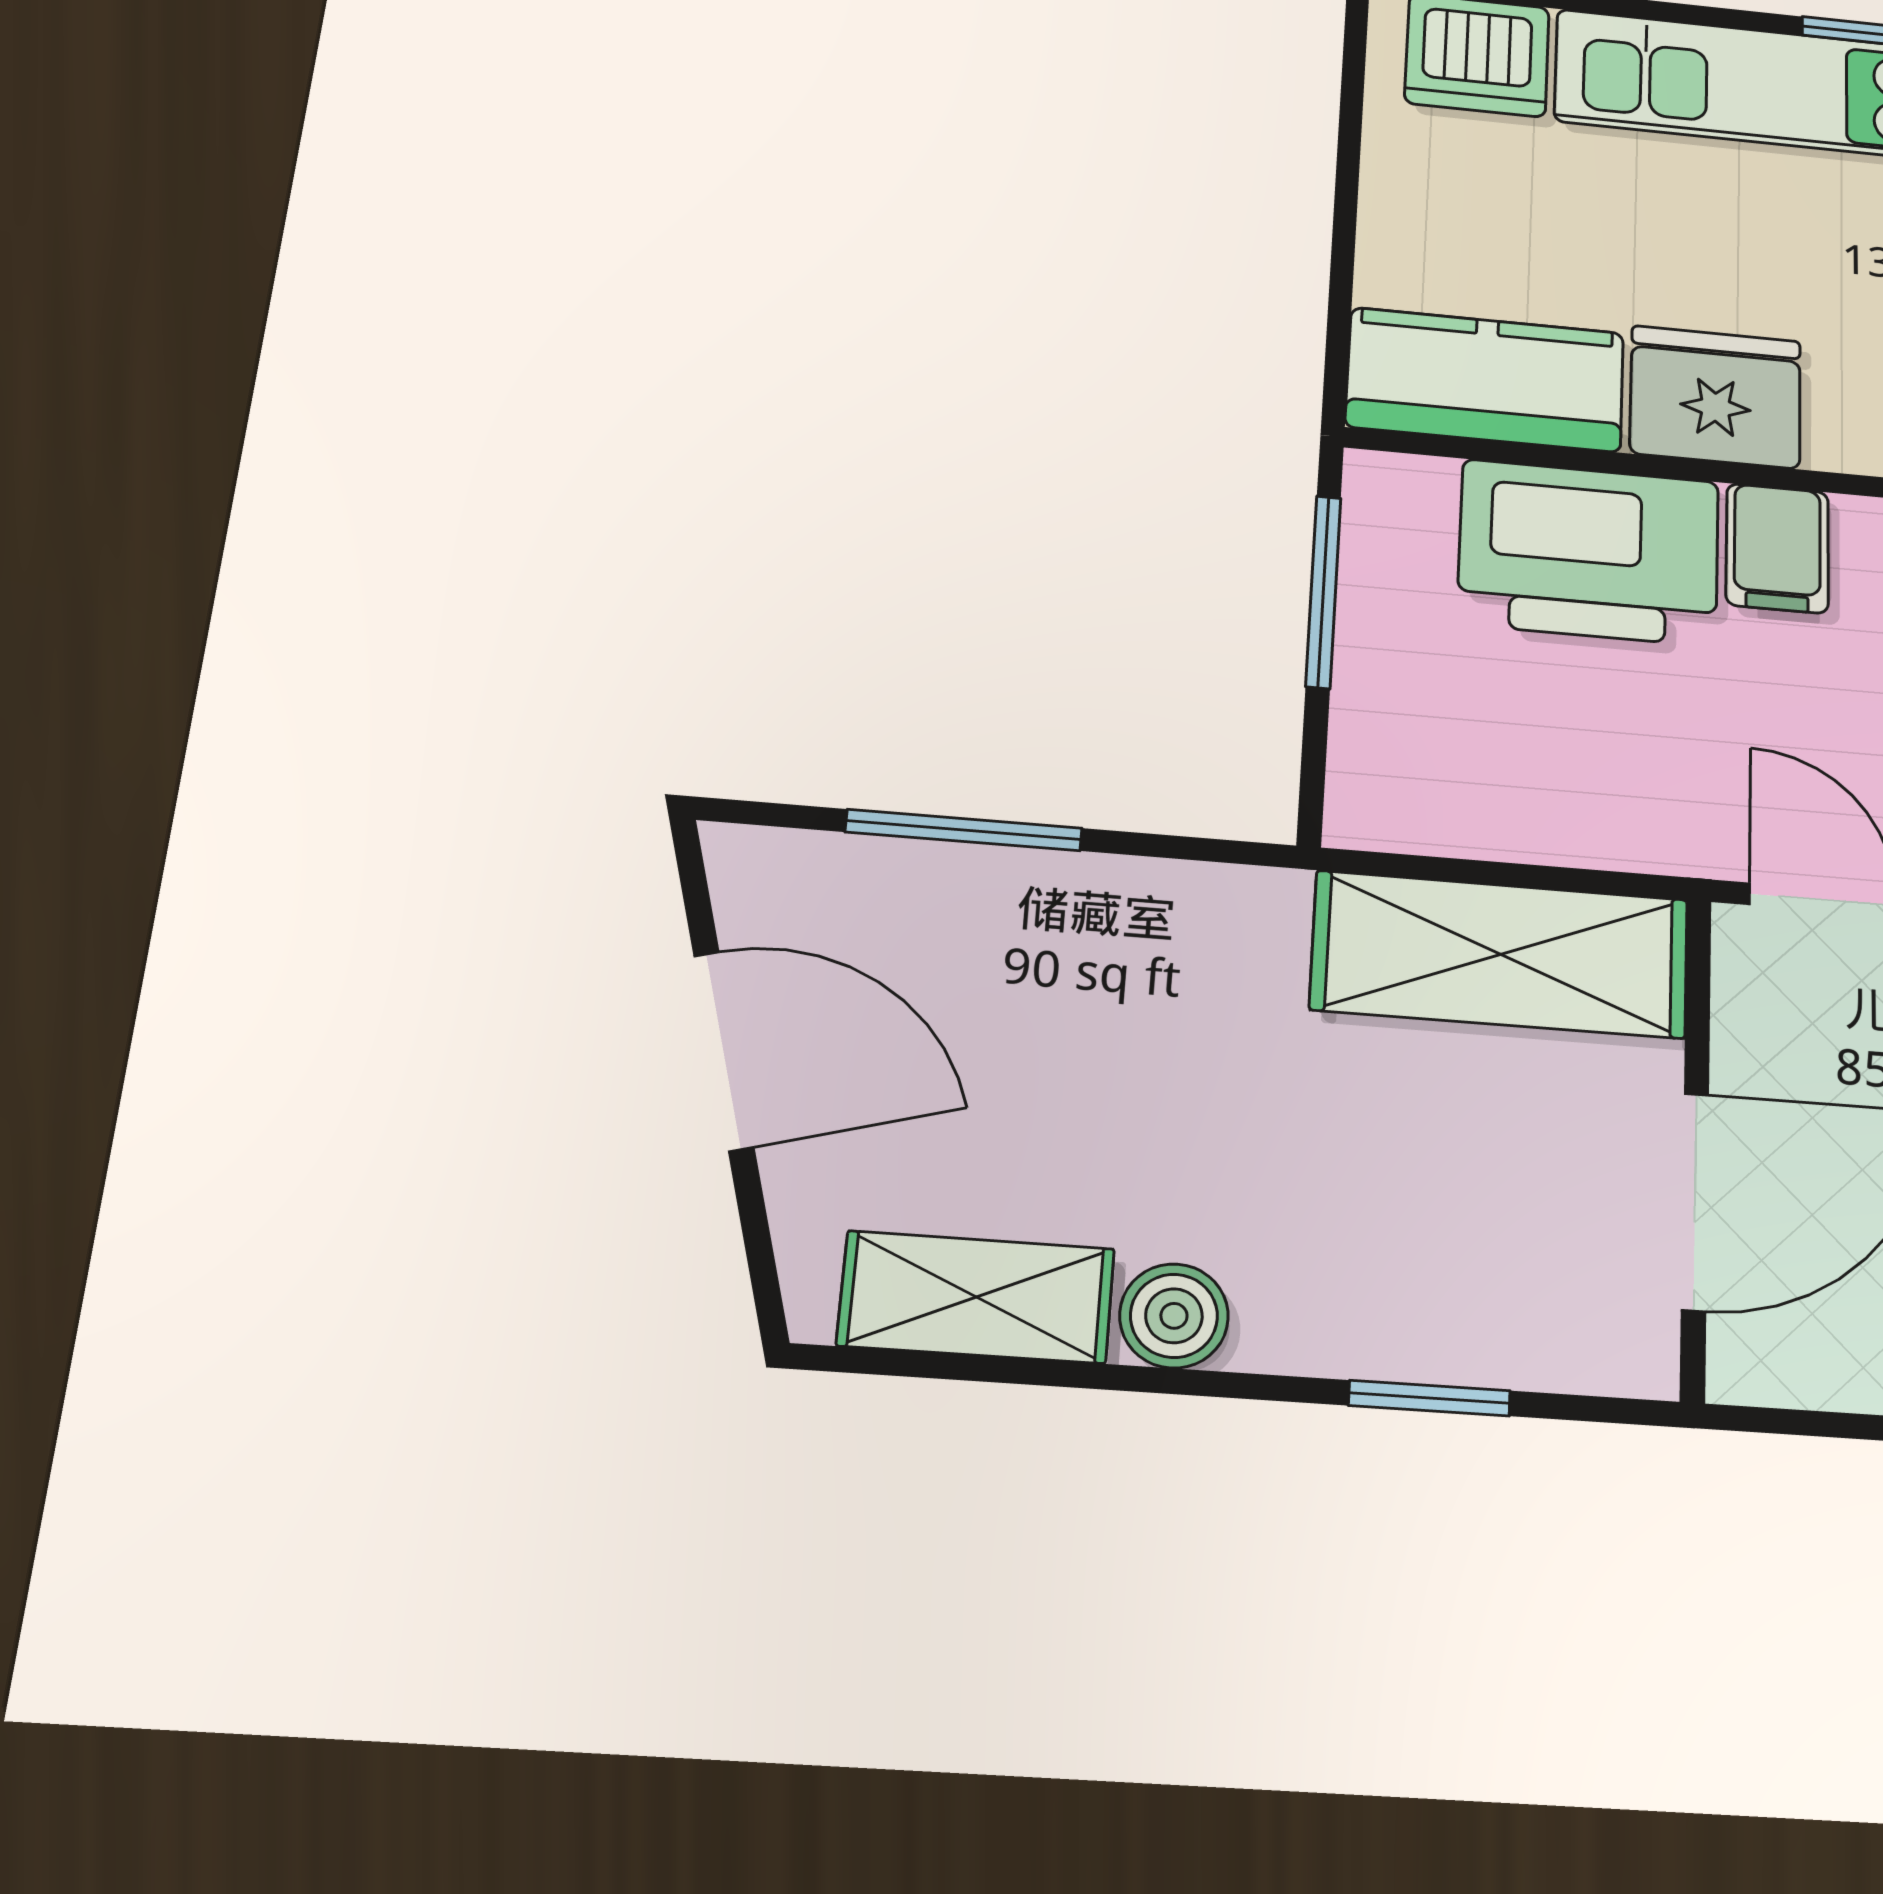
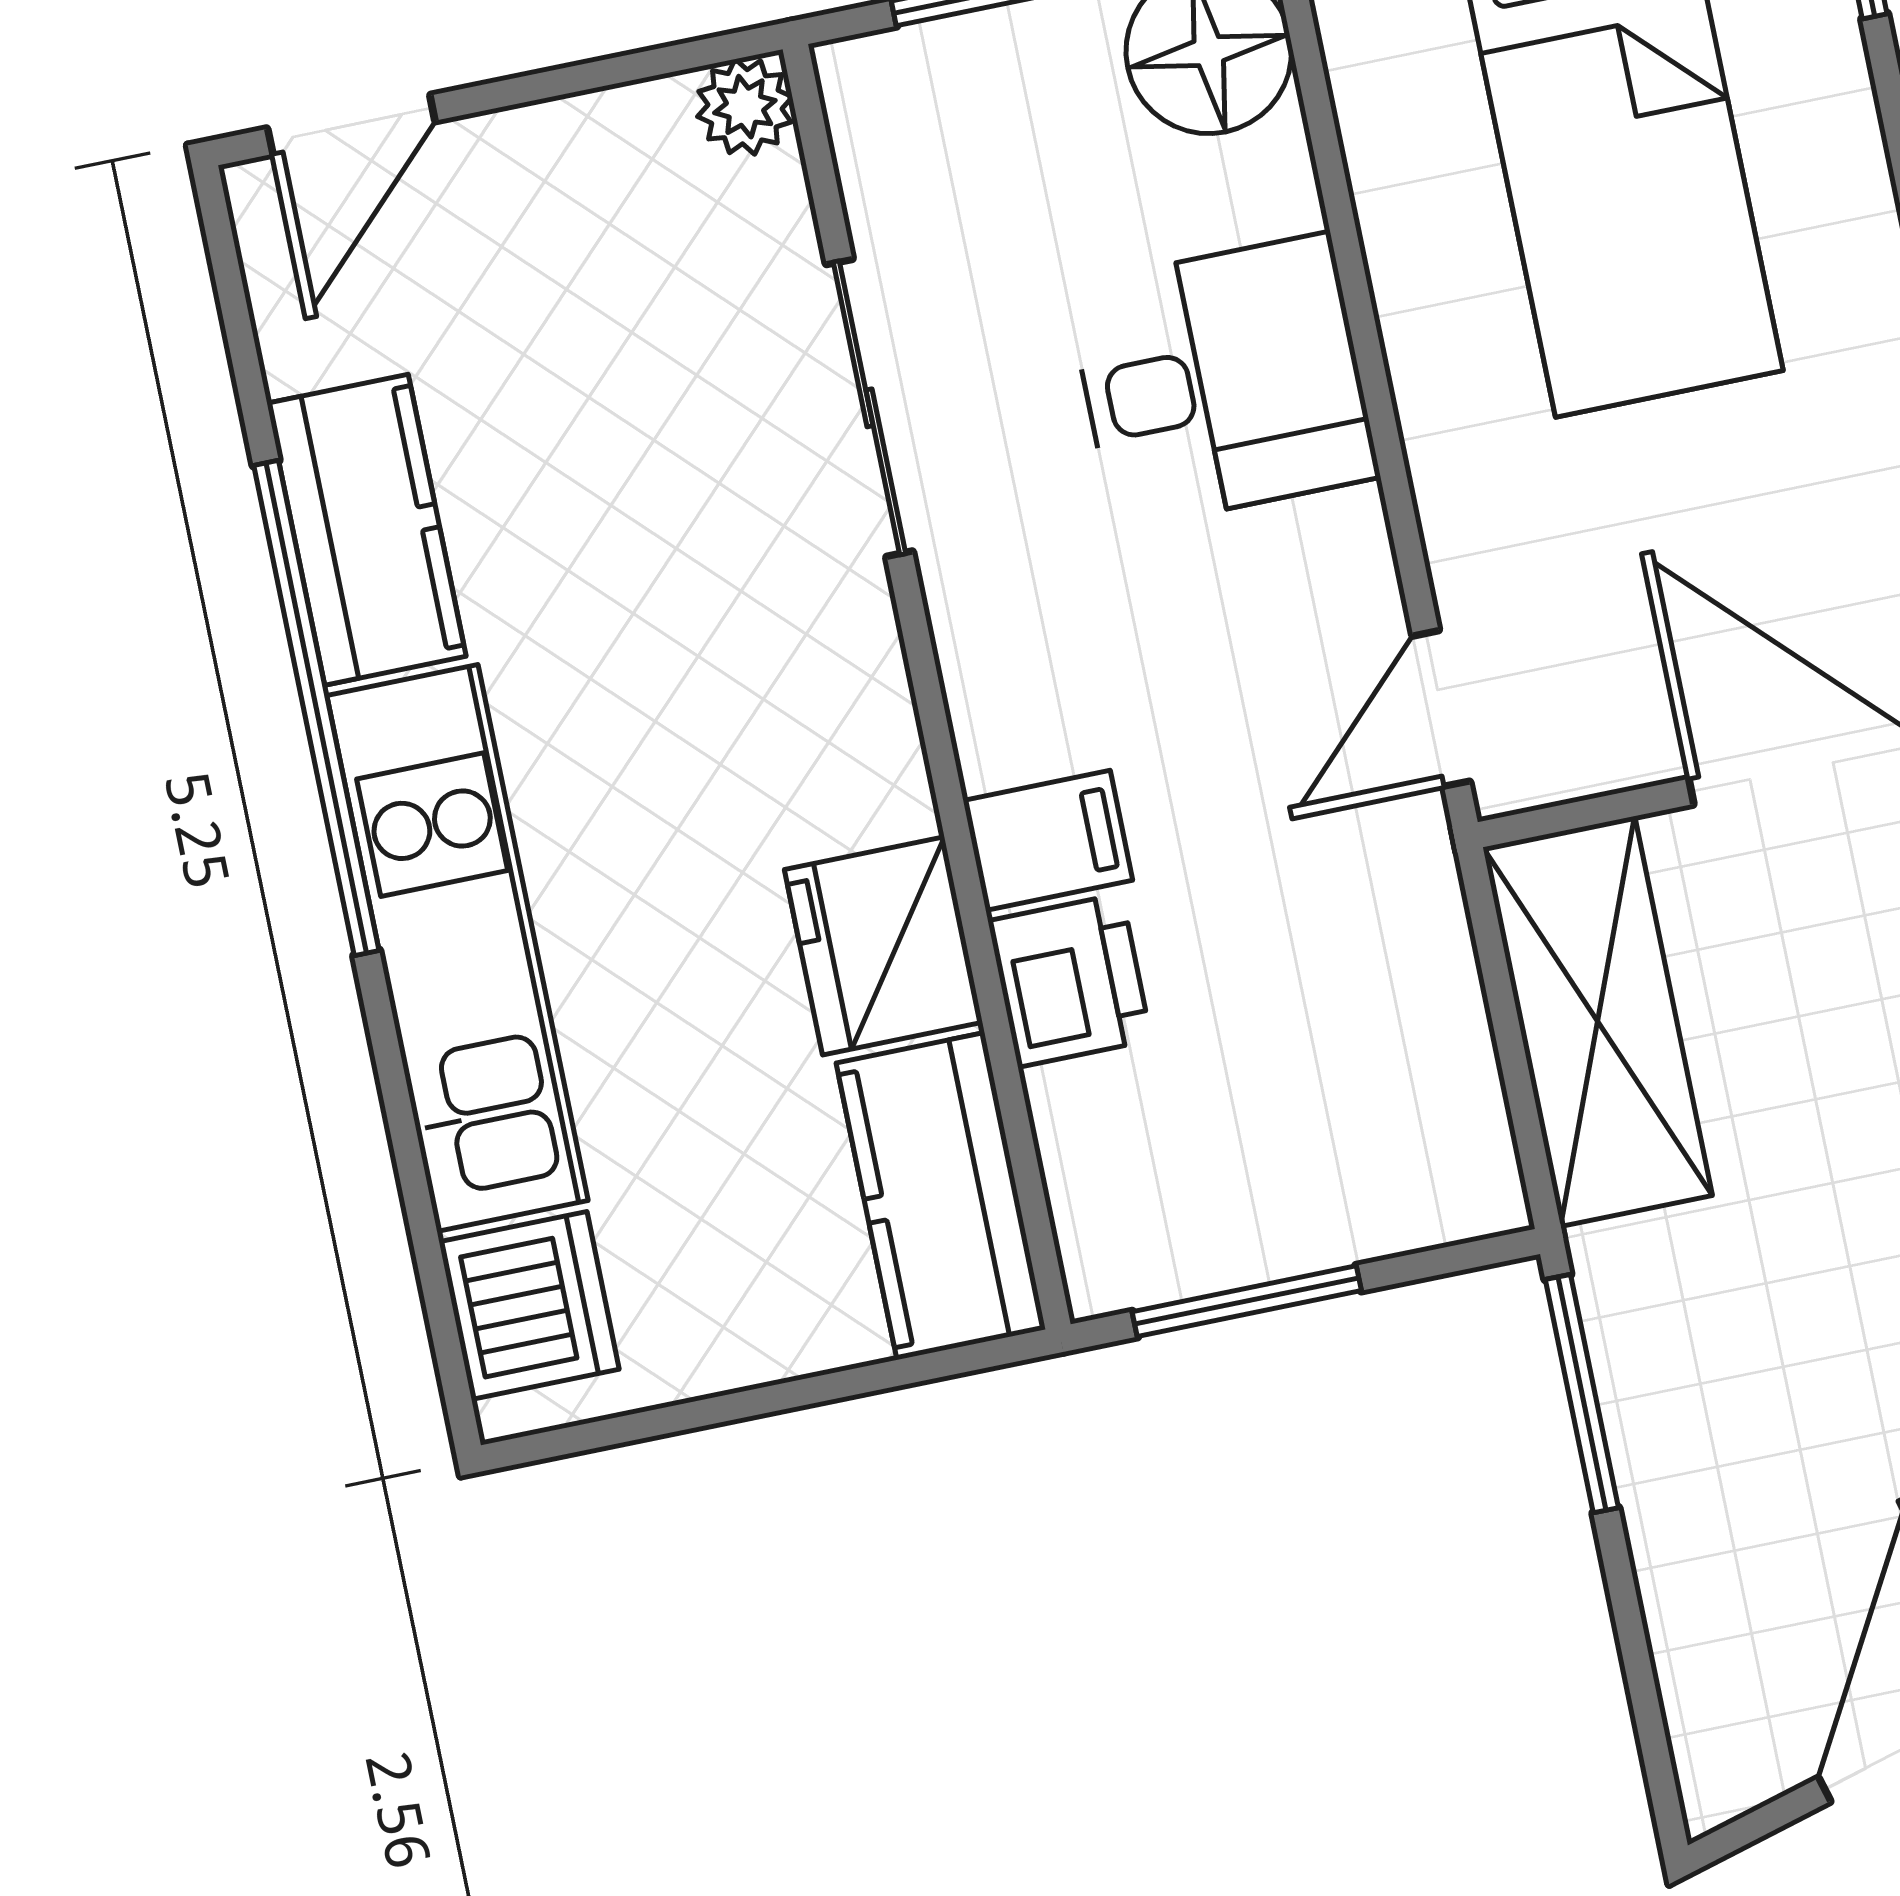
printer: (1589, 552) -> (1070, 980), width x0.53, depth x0.68
window: (964, 830) -> (1582, 1394), moved

